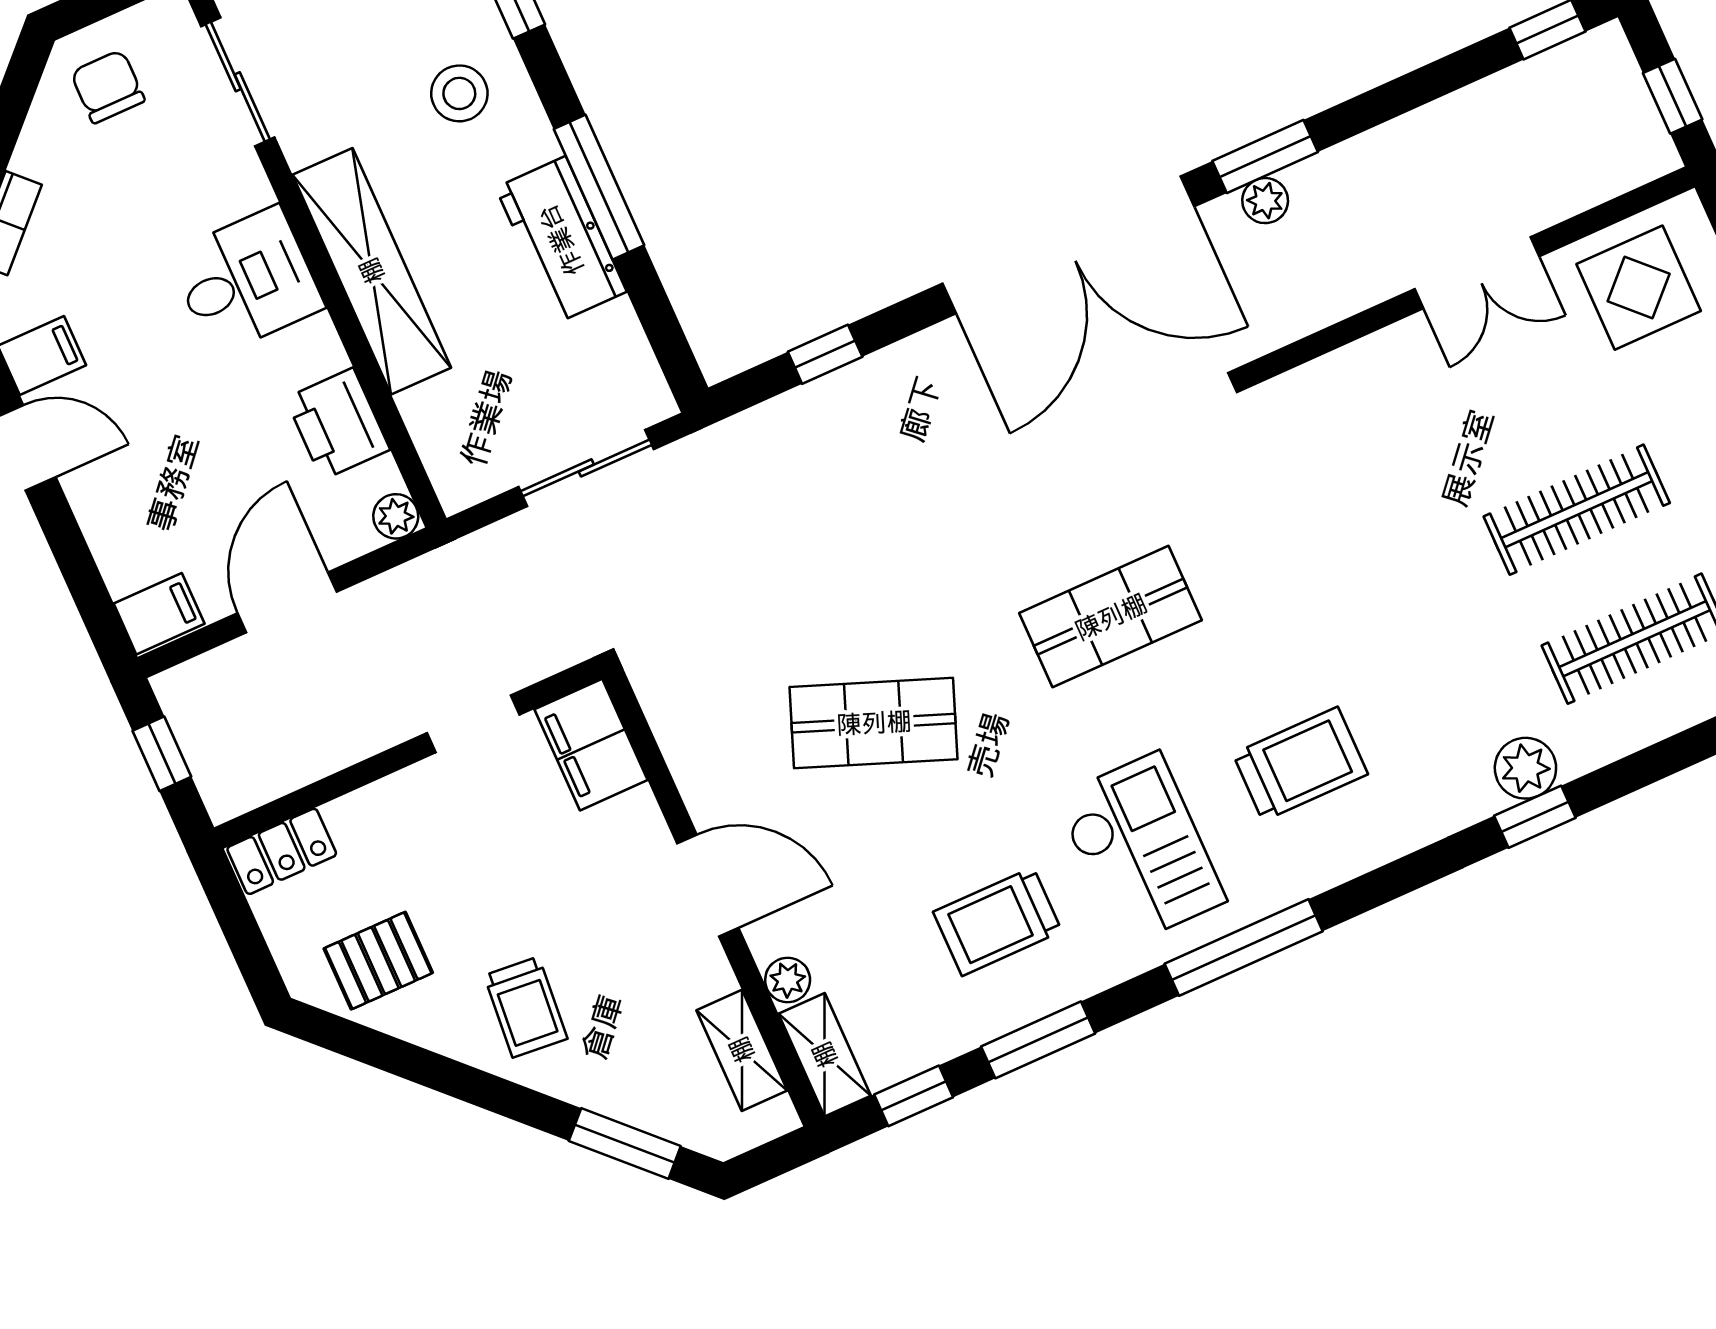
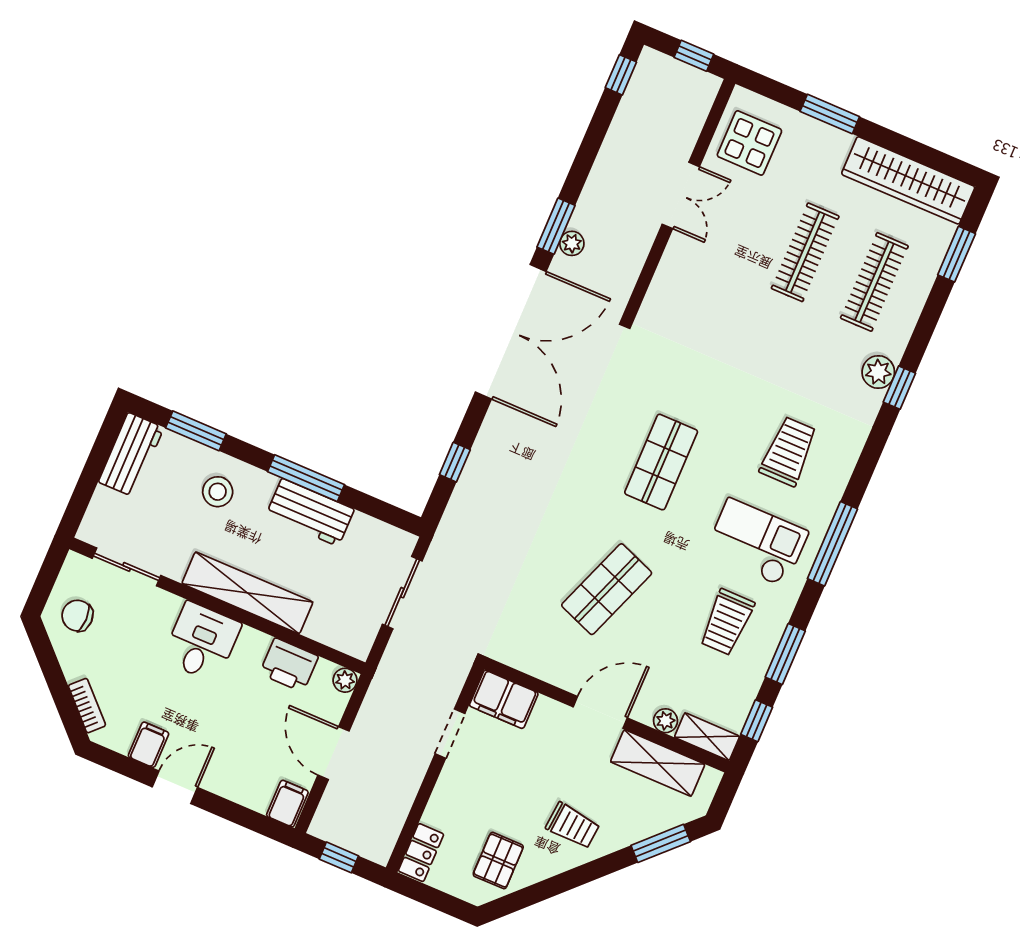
shelving: (742, 1050) -> (658, 763), width x1.50, depth x1.33

